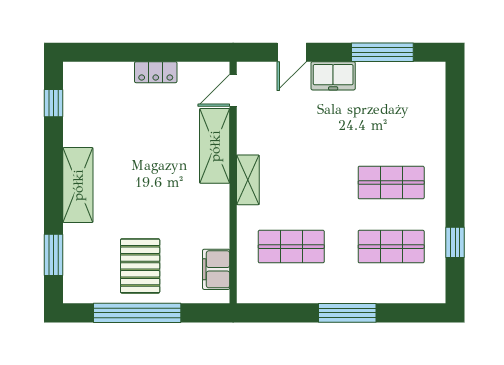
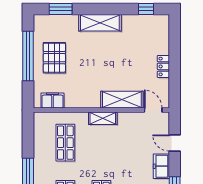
pallet: (140, 266) -> (54, 58), turned 90

